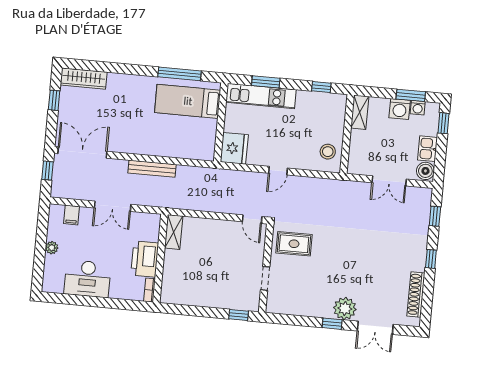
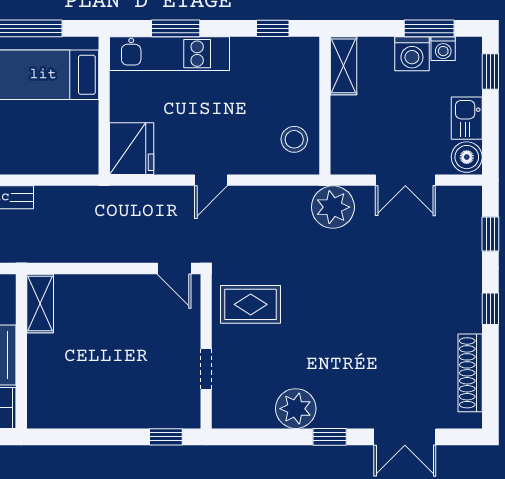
plant: (346, 192) -> (333, 207), added
plant: (345, 308) -> (296, 409), moved

